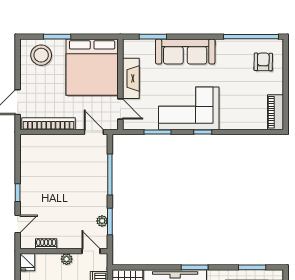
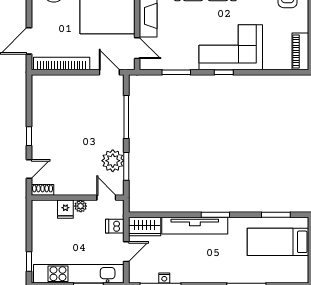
corner sofa: (189, 108) -> (231, 47), moved
plant: (102, 221) -> (113, 161), width x1.88, depth x1.88
shoe rack: (46, 244) -> (43, 190), moved
fridge: (27, 262) -> (65, 209), moved

